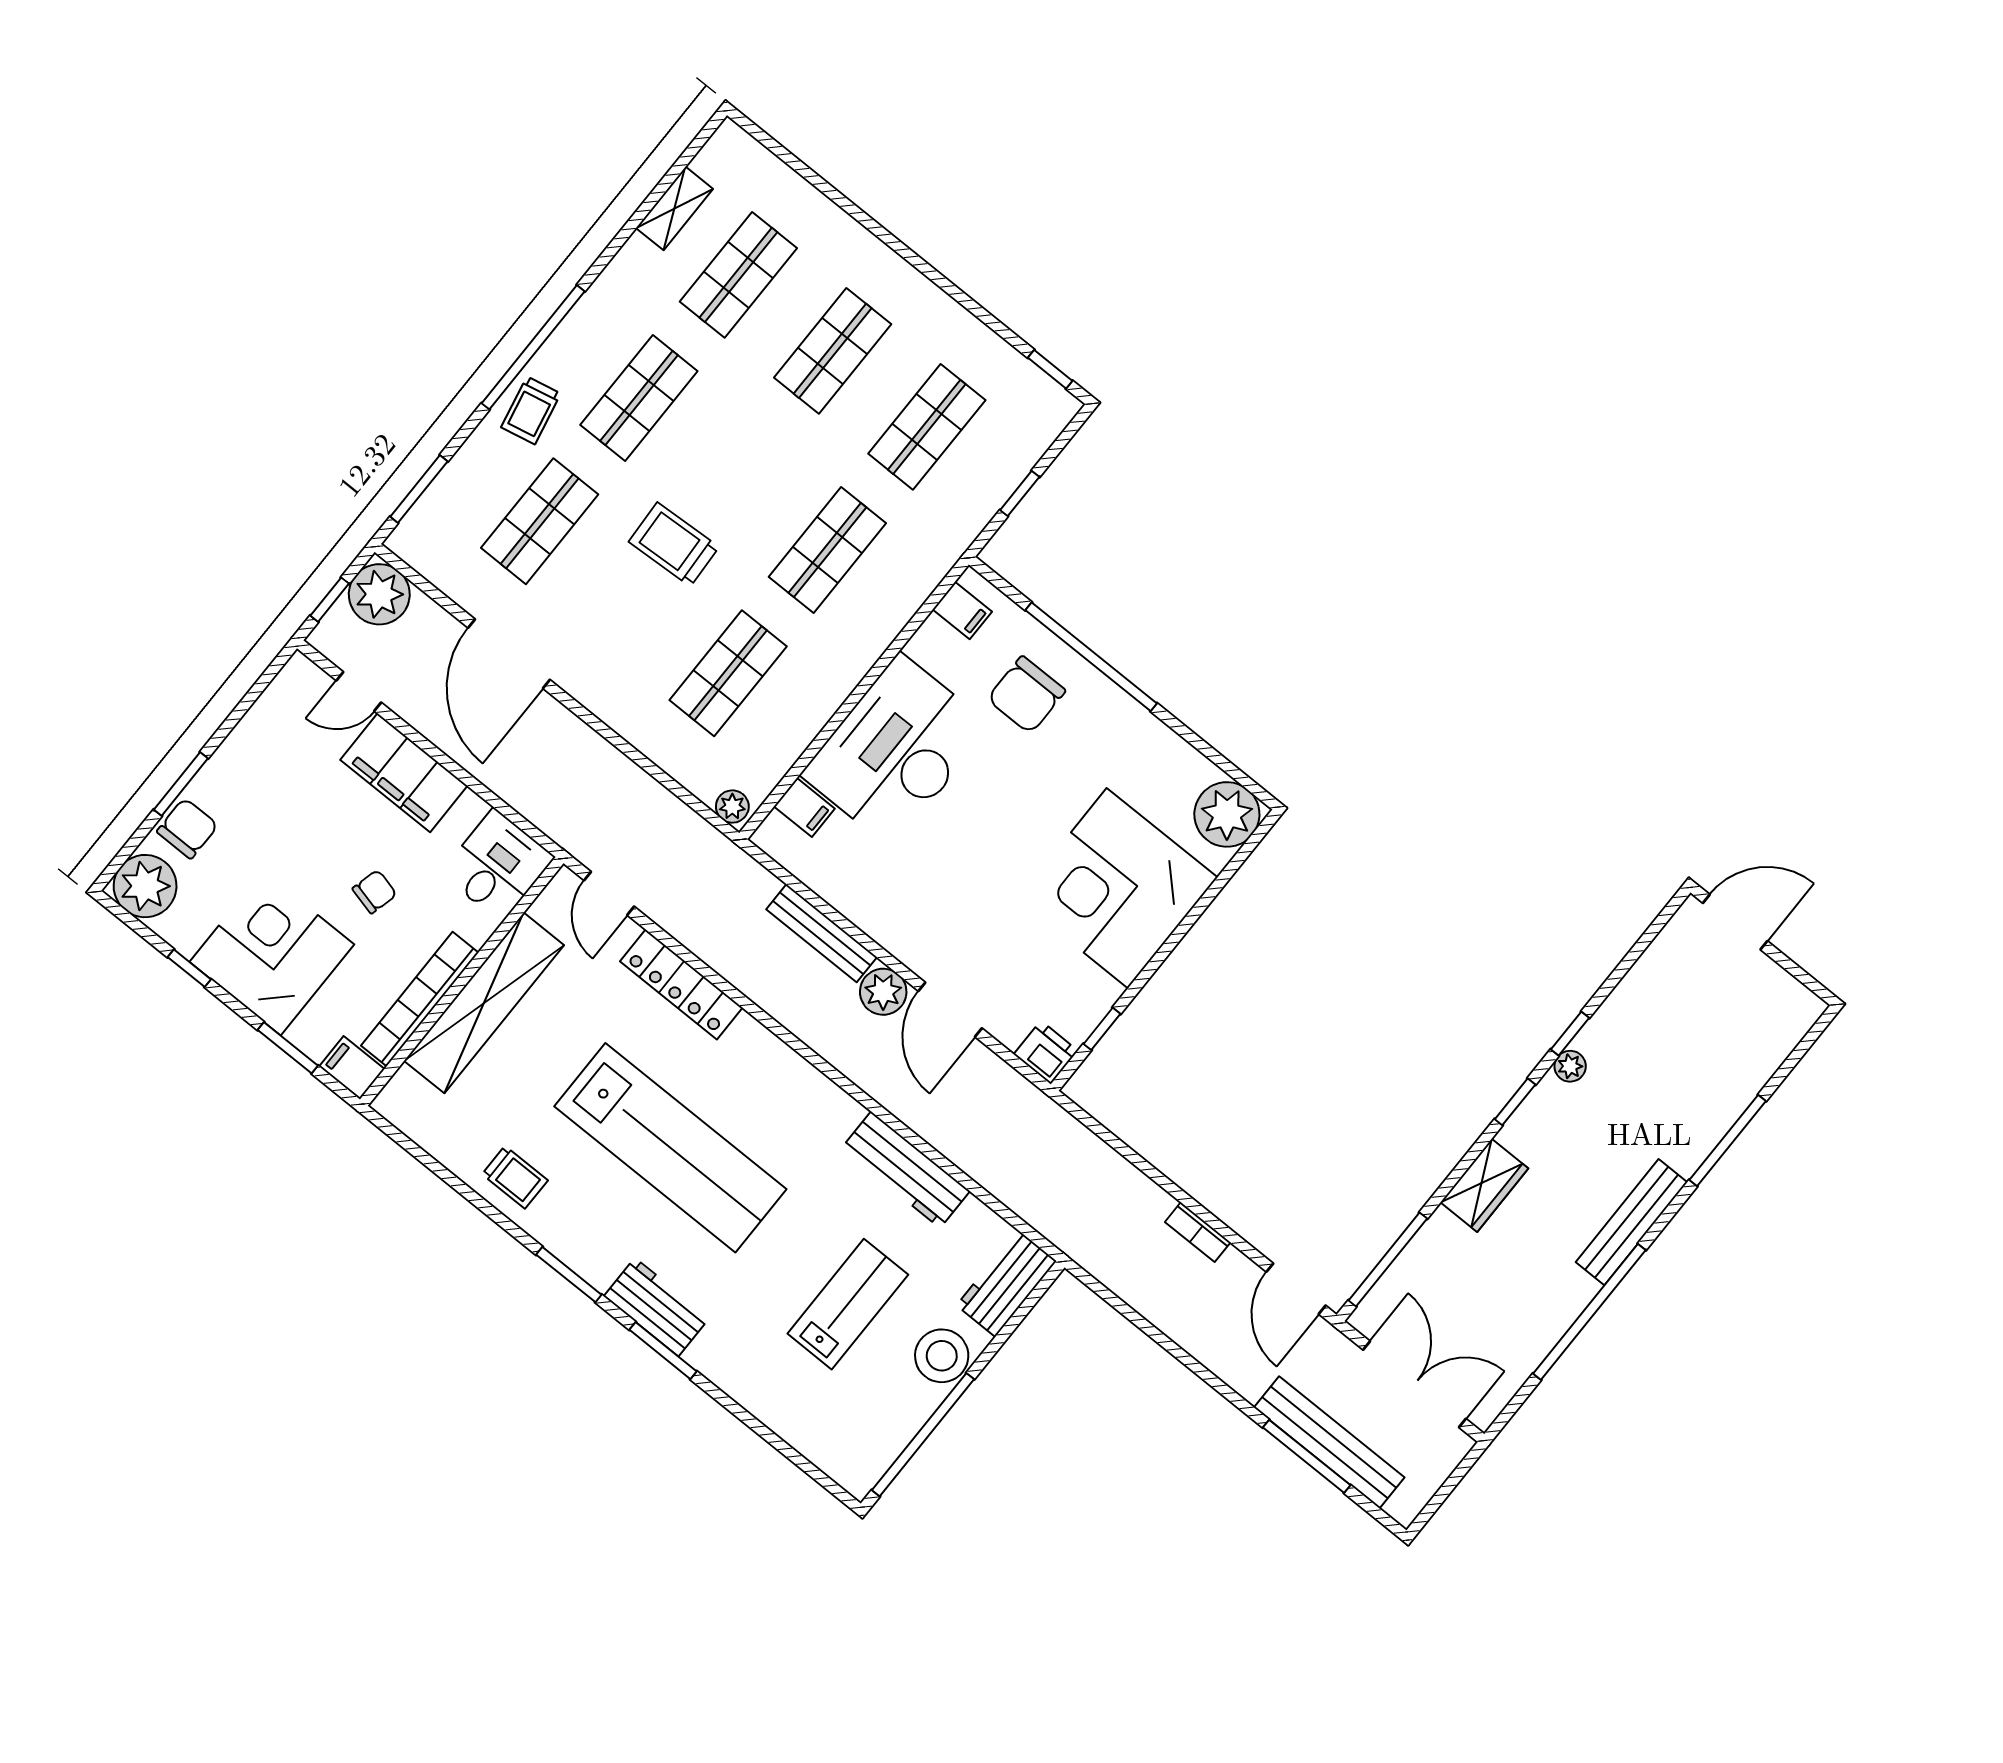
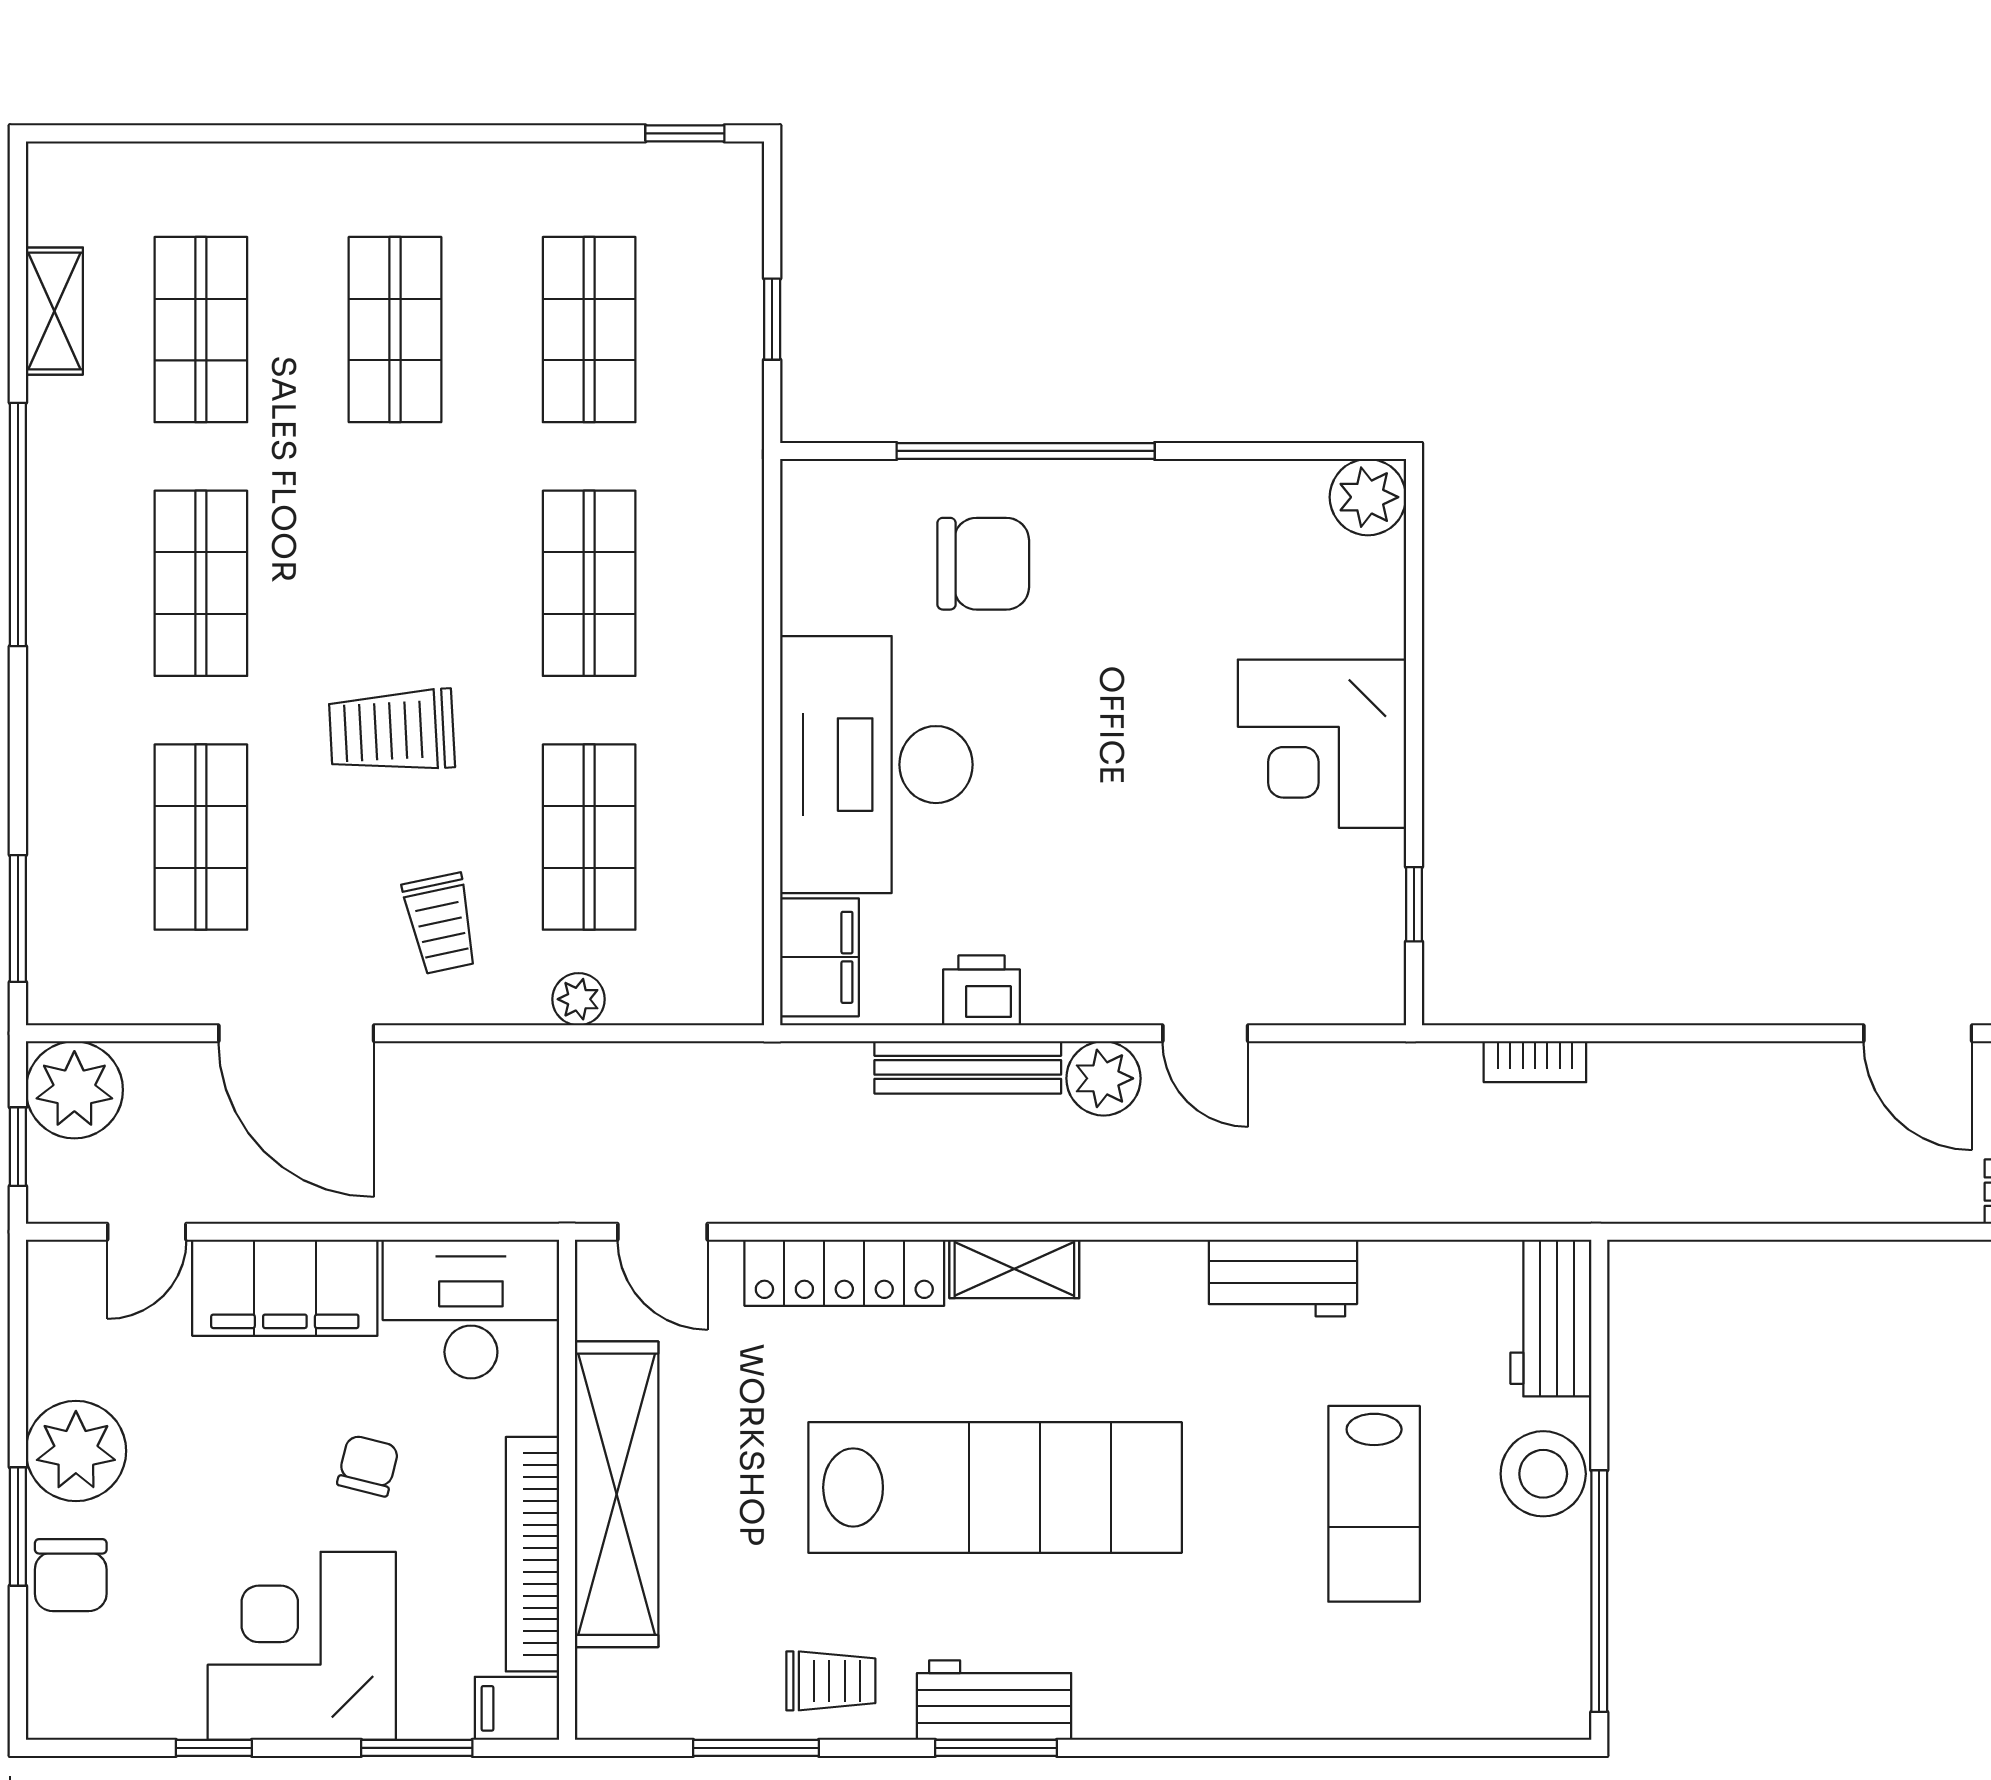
window: (533, 347) -> (18, 524), moved
trolley: (531, 410) -> (441, 923), moved
filing cabinet: (962, 611) -> (818, 523), removed
chair: (1026, 695) -> (983, 564), turned -90
plant: (732, 807) -> (579, 999), moved
filing cabinet: (804, 807) -> (819, 957), width x2.00
plant: (1227, 814) -> (1368, 497), width x0.73, depth x0.73
chair: (187, 828) -> (71, 1575), turned 180
desk: (497, 865) -> (471, 1309), width x1.37
plant: (145, 886) -> (76, 1451), moved
corner desk: (1117, 888) -> (1322, 744), width x0.74, depth x0.74
door: (950, 1010) -> (1205, 1033), width x0.73
shelving: (765, 1049) -> (1014, 1269), added
printer: (1046, 1052) -> (982, 990), moved
workbench: (906, 1170) -> (1283, 1278), width x0.73
bookcase: (1198, 1232) -> (1535, 1062), moved
lab bench: (848, 1304) -> (1374, 1504), turned 180
workbench: (657, 1307) -> (994, 1700), moved
window: (663, 1351) -> (756, 1748), moved

